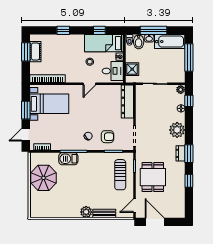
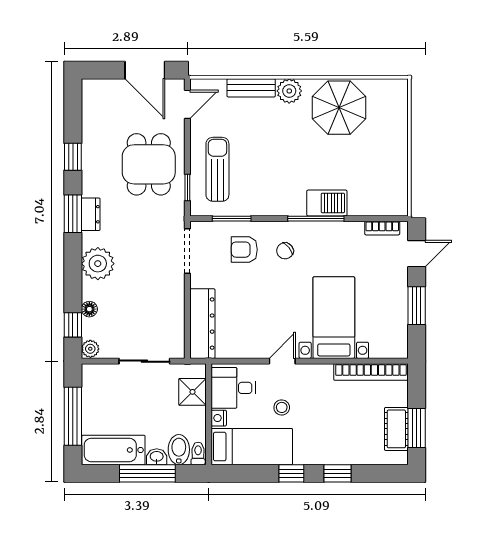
window: (99, 30) -> (291, 473), moved
bed with nightstands: (49, 104) -> (334, 318), moved, turned 90
parasol: (44, 178) -> (339, 108), moved

